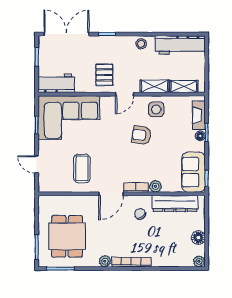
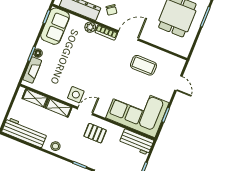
pallet: (104, 75) -> (95, 133), turned 90
side table: (156, 109) -> (76, 95), moved
armchair: (142, 135) -> (85, 73), removed
coffee table: (82, 168) -> (143, 65), turned 90

